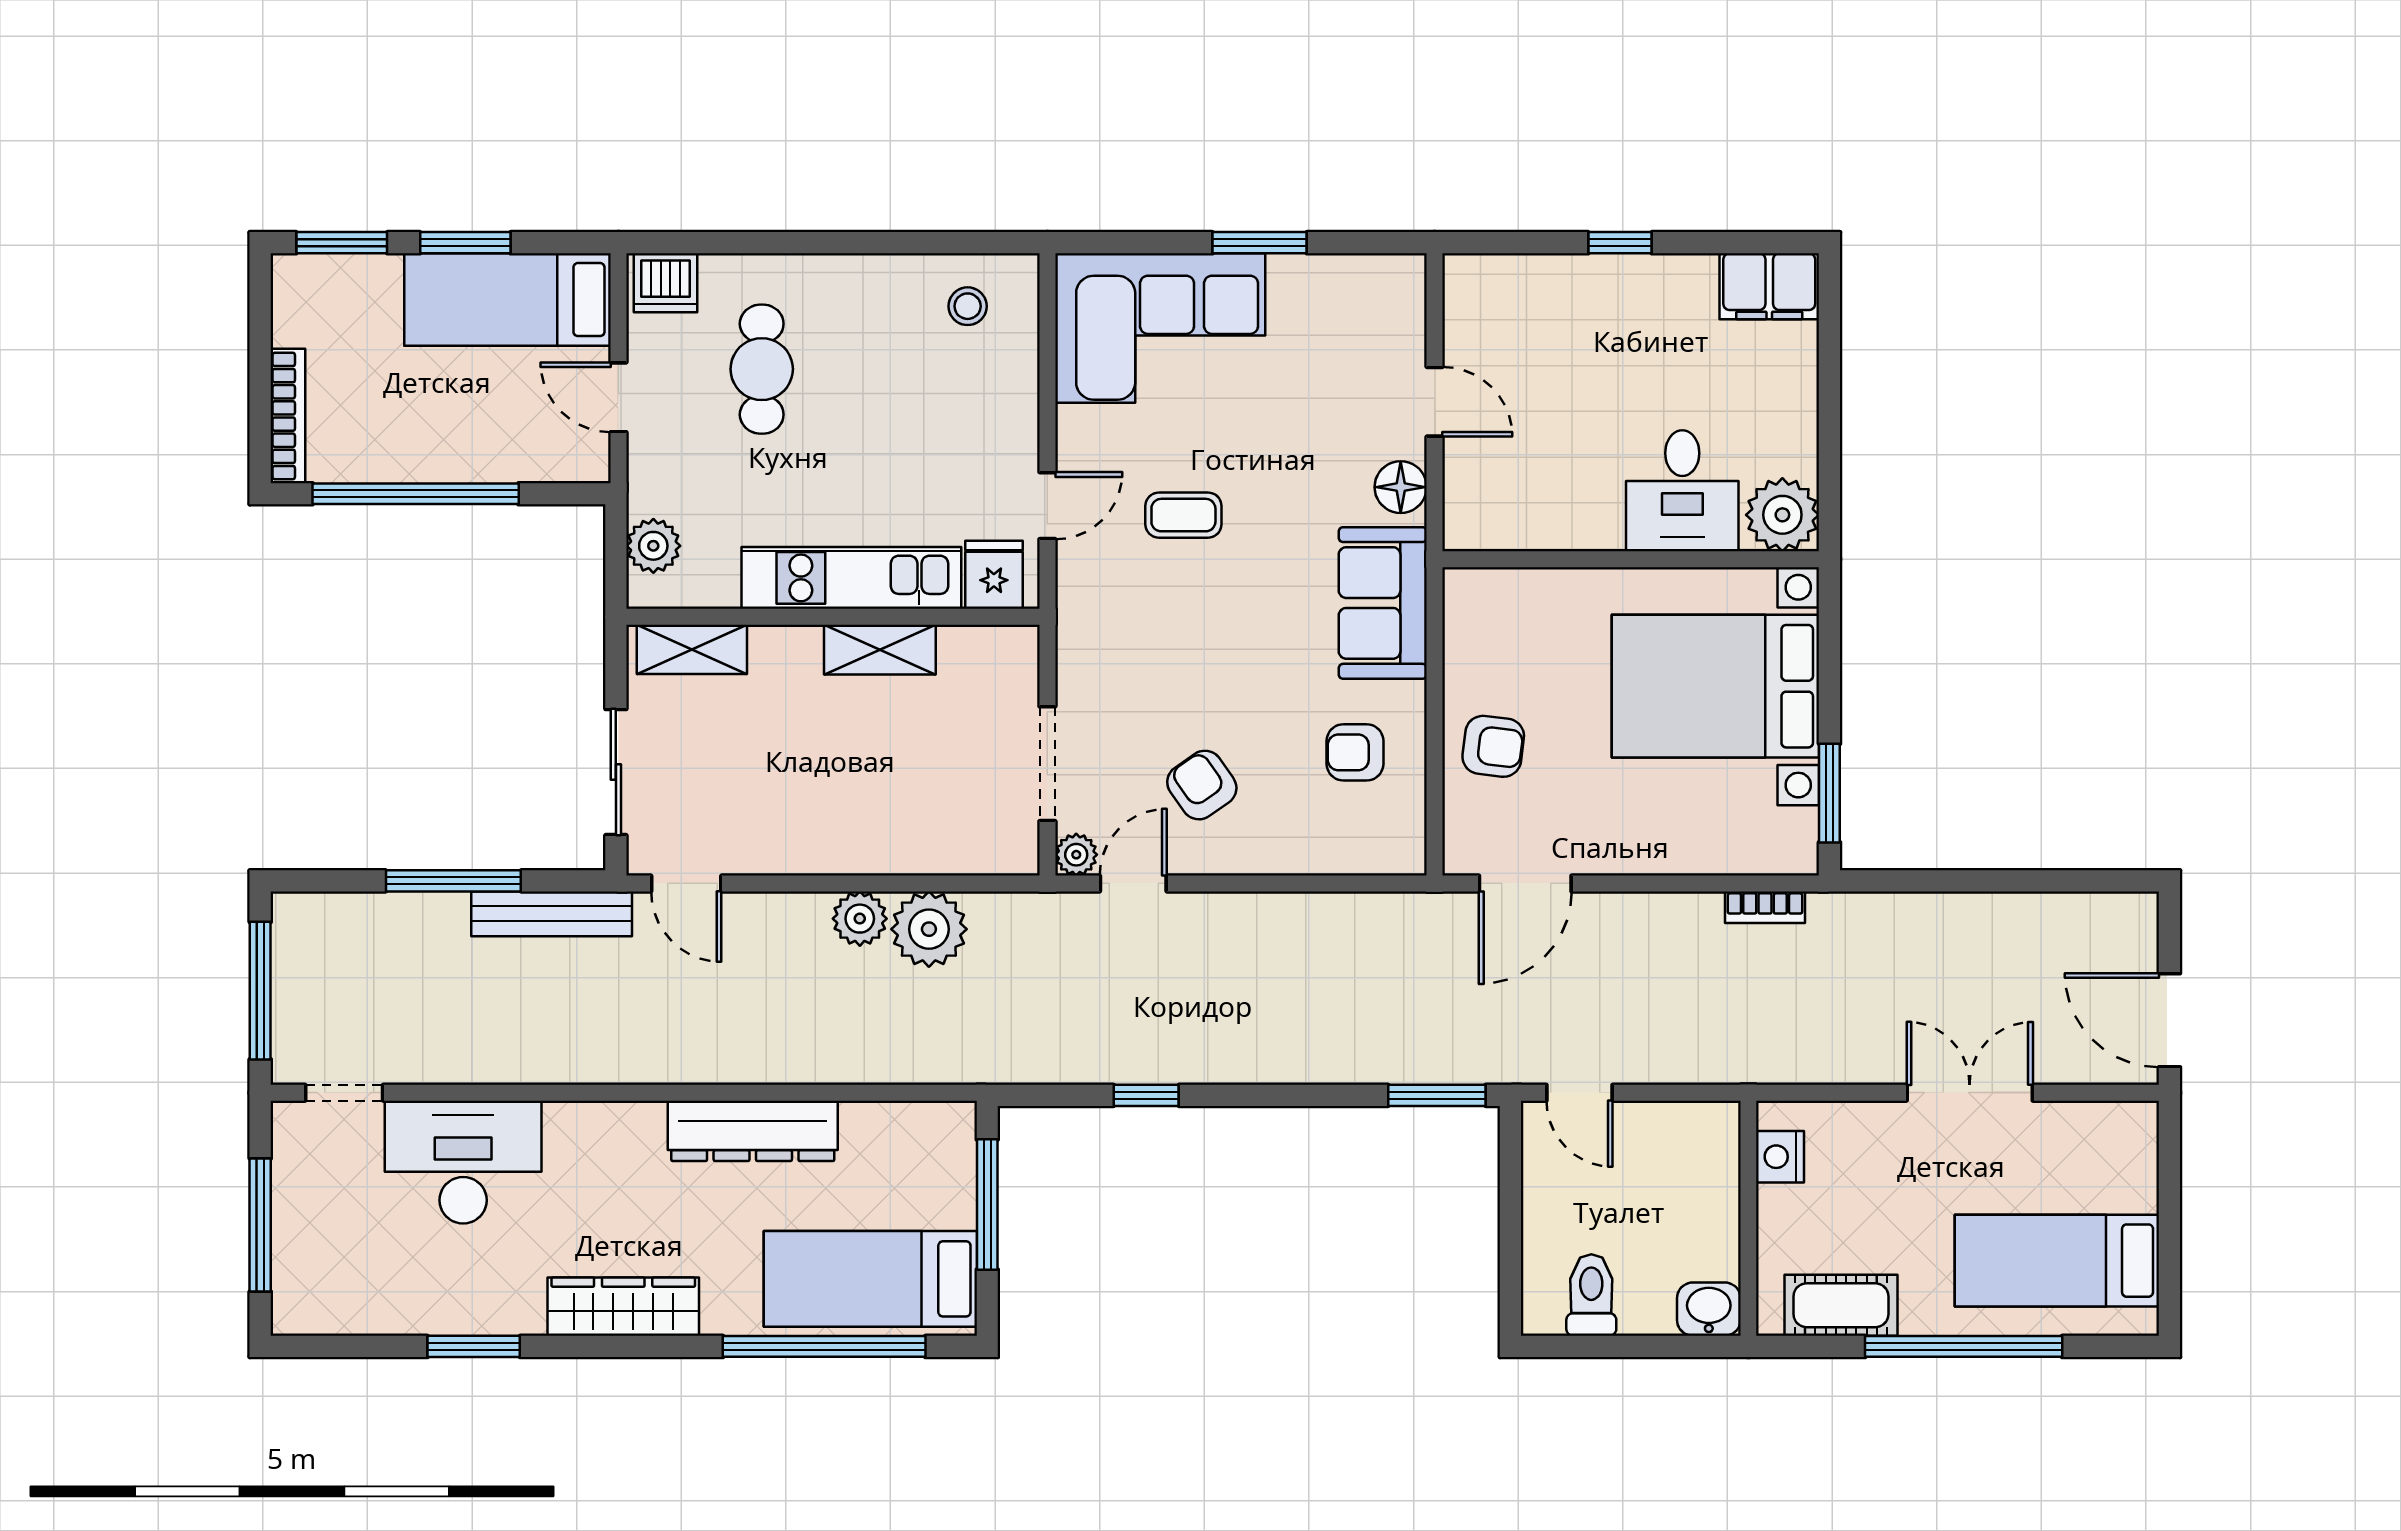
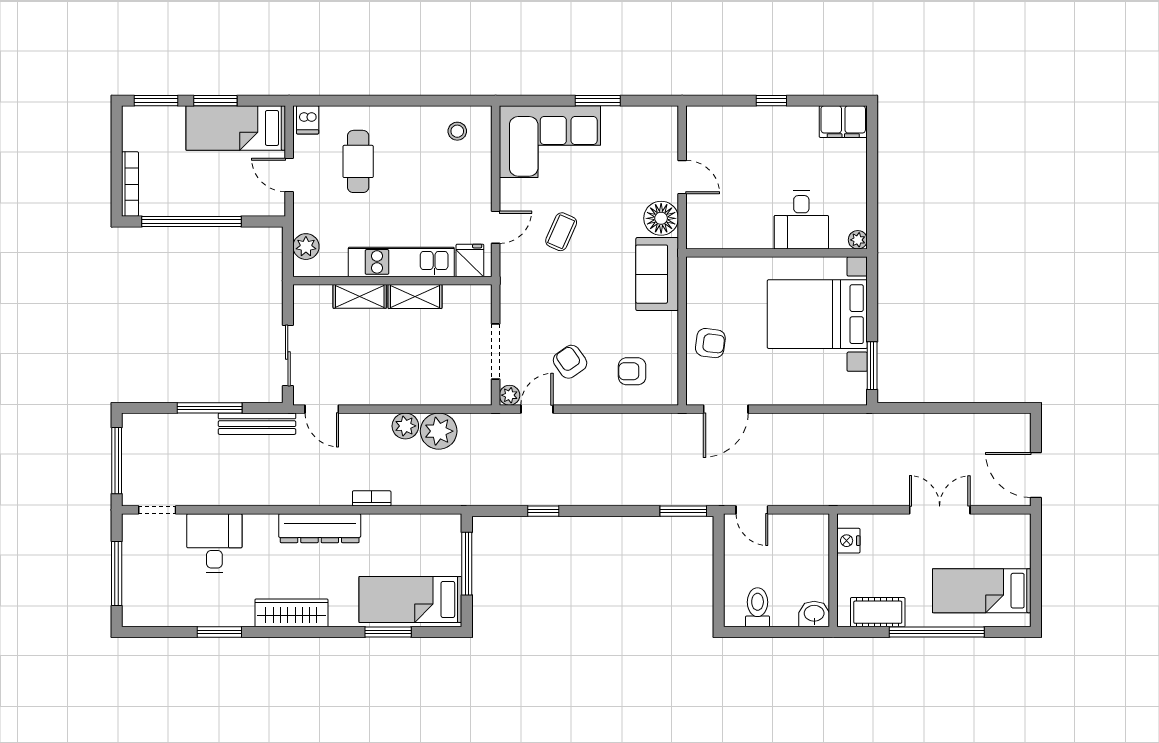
dishwasher: (665, 283) -> (308, 120), width x0.73
floor lamp: (1401, 487) -> (661, 218), width x1.38, depth x1.38
coffee table: (1183, 515) -> (561, 232), turned -66
plant: (1782, 515) -> (858, 240), width x0.53, depth x0.53
shelving: (692, 649) -> (360, 296), moved
armchair: (1355, 752) -> (632, 371), moved
bookcase: (1765, 907) -> (372, 498), moved, turned 180
dresser: (753, 1131) -> (320, 528), moved
desk: (463, 1162) -> (214, 543), width x0.73
window: (824, 1346) -> (388, 632), width x0.47

